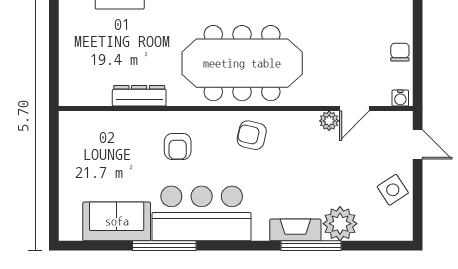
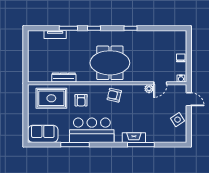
meeting table: (242, 63) -> (110, 63), width x0.73
rug: (111, 142) -> (51, 98), added
sofa: (117, 221) -> (43, 134), moved
plant: (340, 224) -> (154, 135), removed

